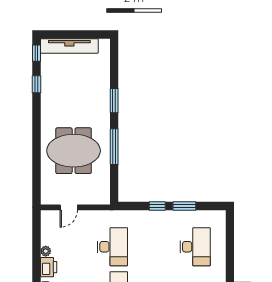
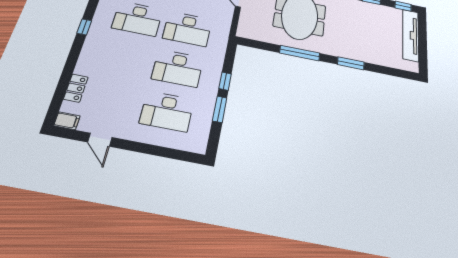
desk: (154, 247) -> (178, 68), added

